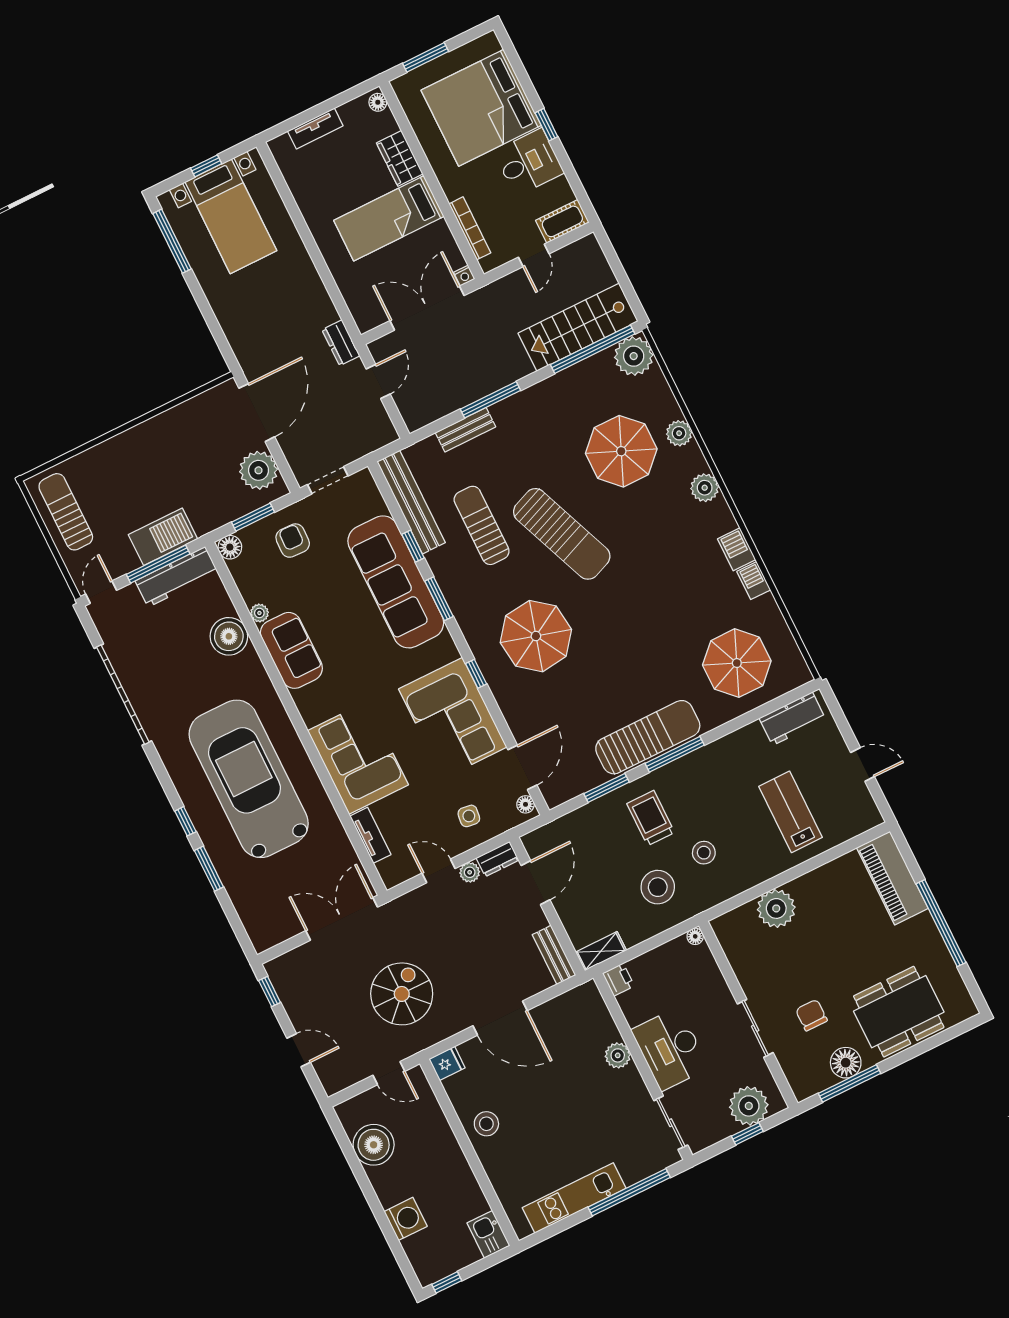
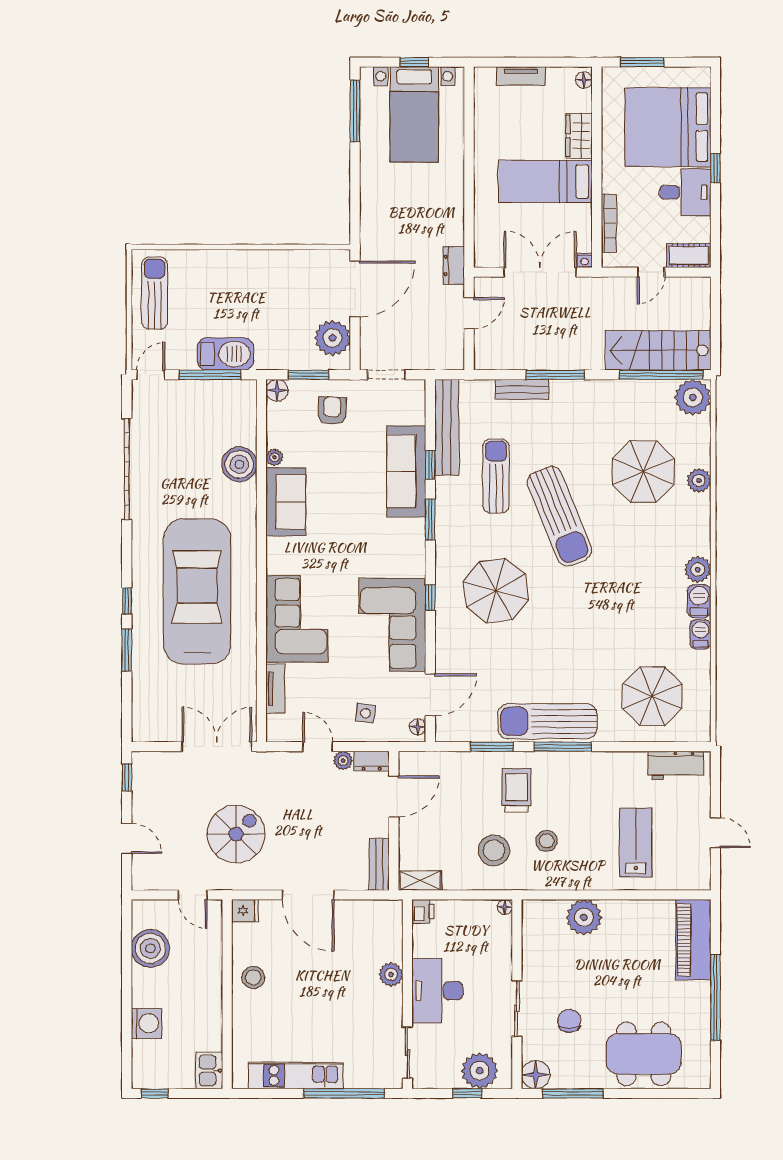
plant: (705, 488) -> (698, 570), moved
workbench: (177, 577) -> (220, 393), removed
sofa: (396, 582) -> (406, 471), width x0.74, depth x0.79
sun lounger: (648, 737) -> (547, 721), turned 180
floor lamp: (846, 1063) -> (536, 1075), moved

